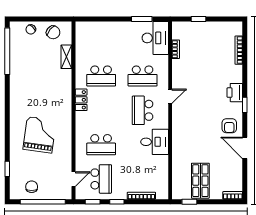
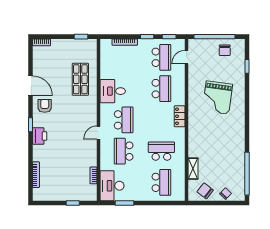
school desk: (101, 42) -> (161, 182), added
school desk: (143, 76) -> (124, 151), turned -90
locker: (81, 100) -> (180, 116), moved
school desk: (101, 145) -> (161, 89), turned 90
school desk: (101, 179) -> (161, 57), turned 180
shop shelf: (200, 181) -> (80, 79), moved

